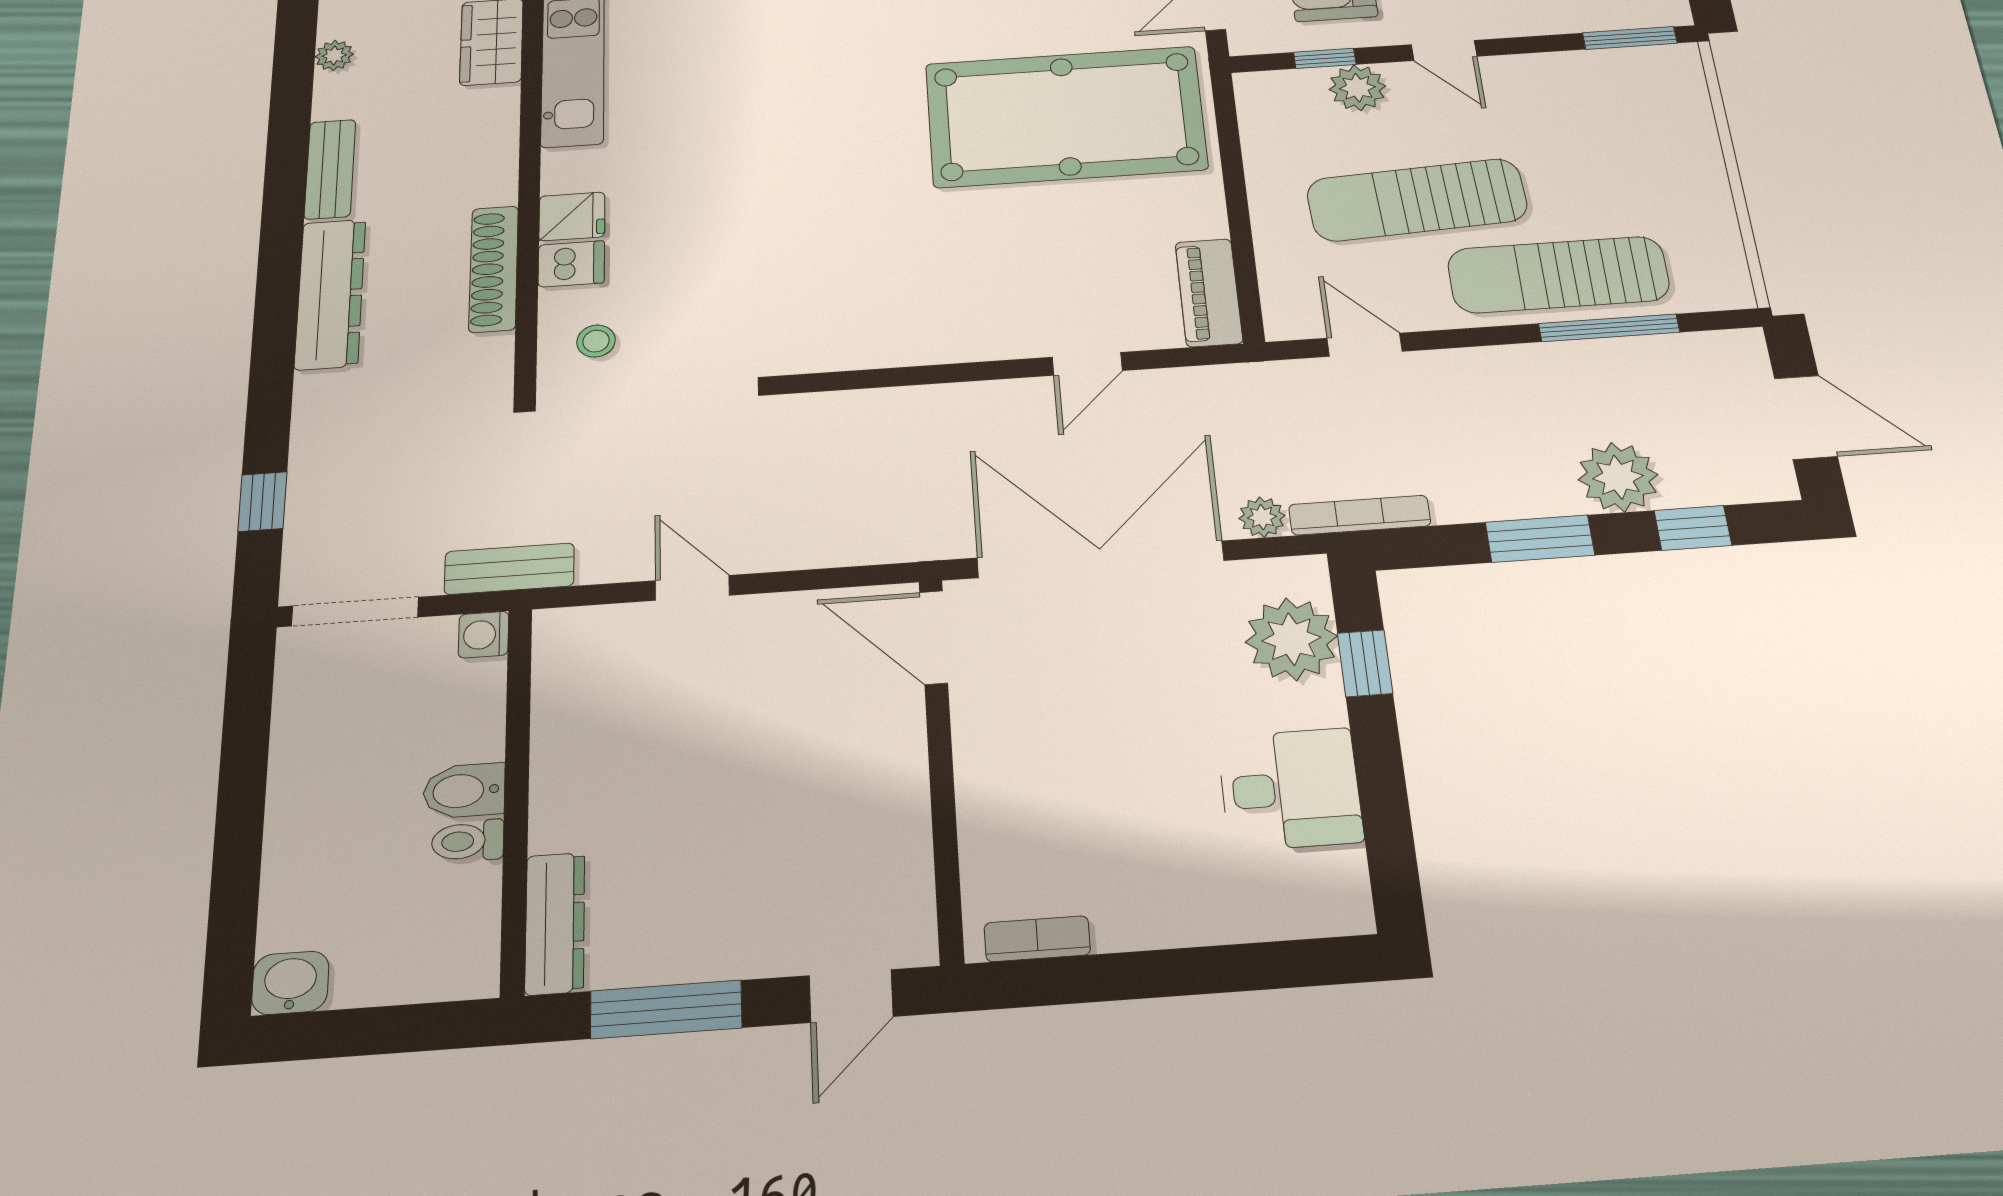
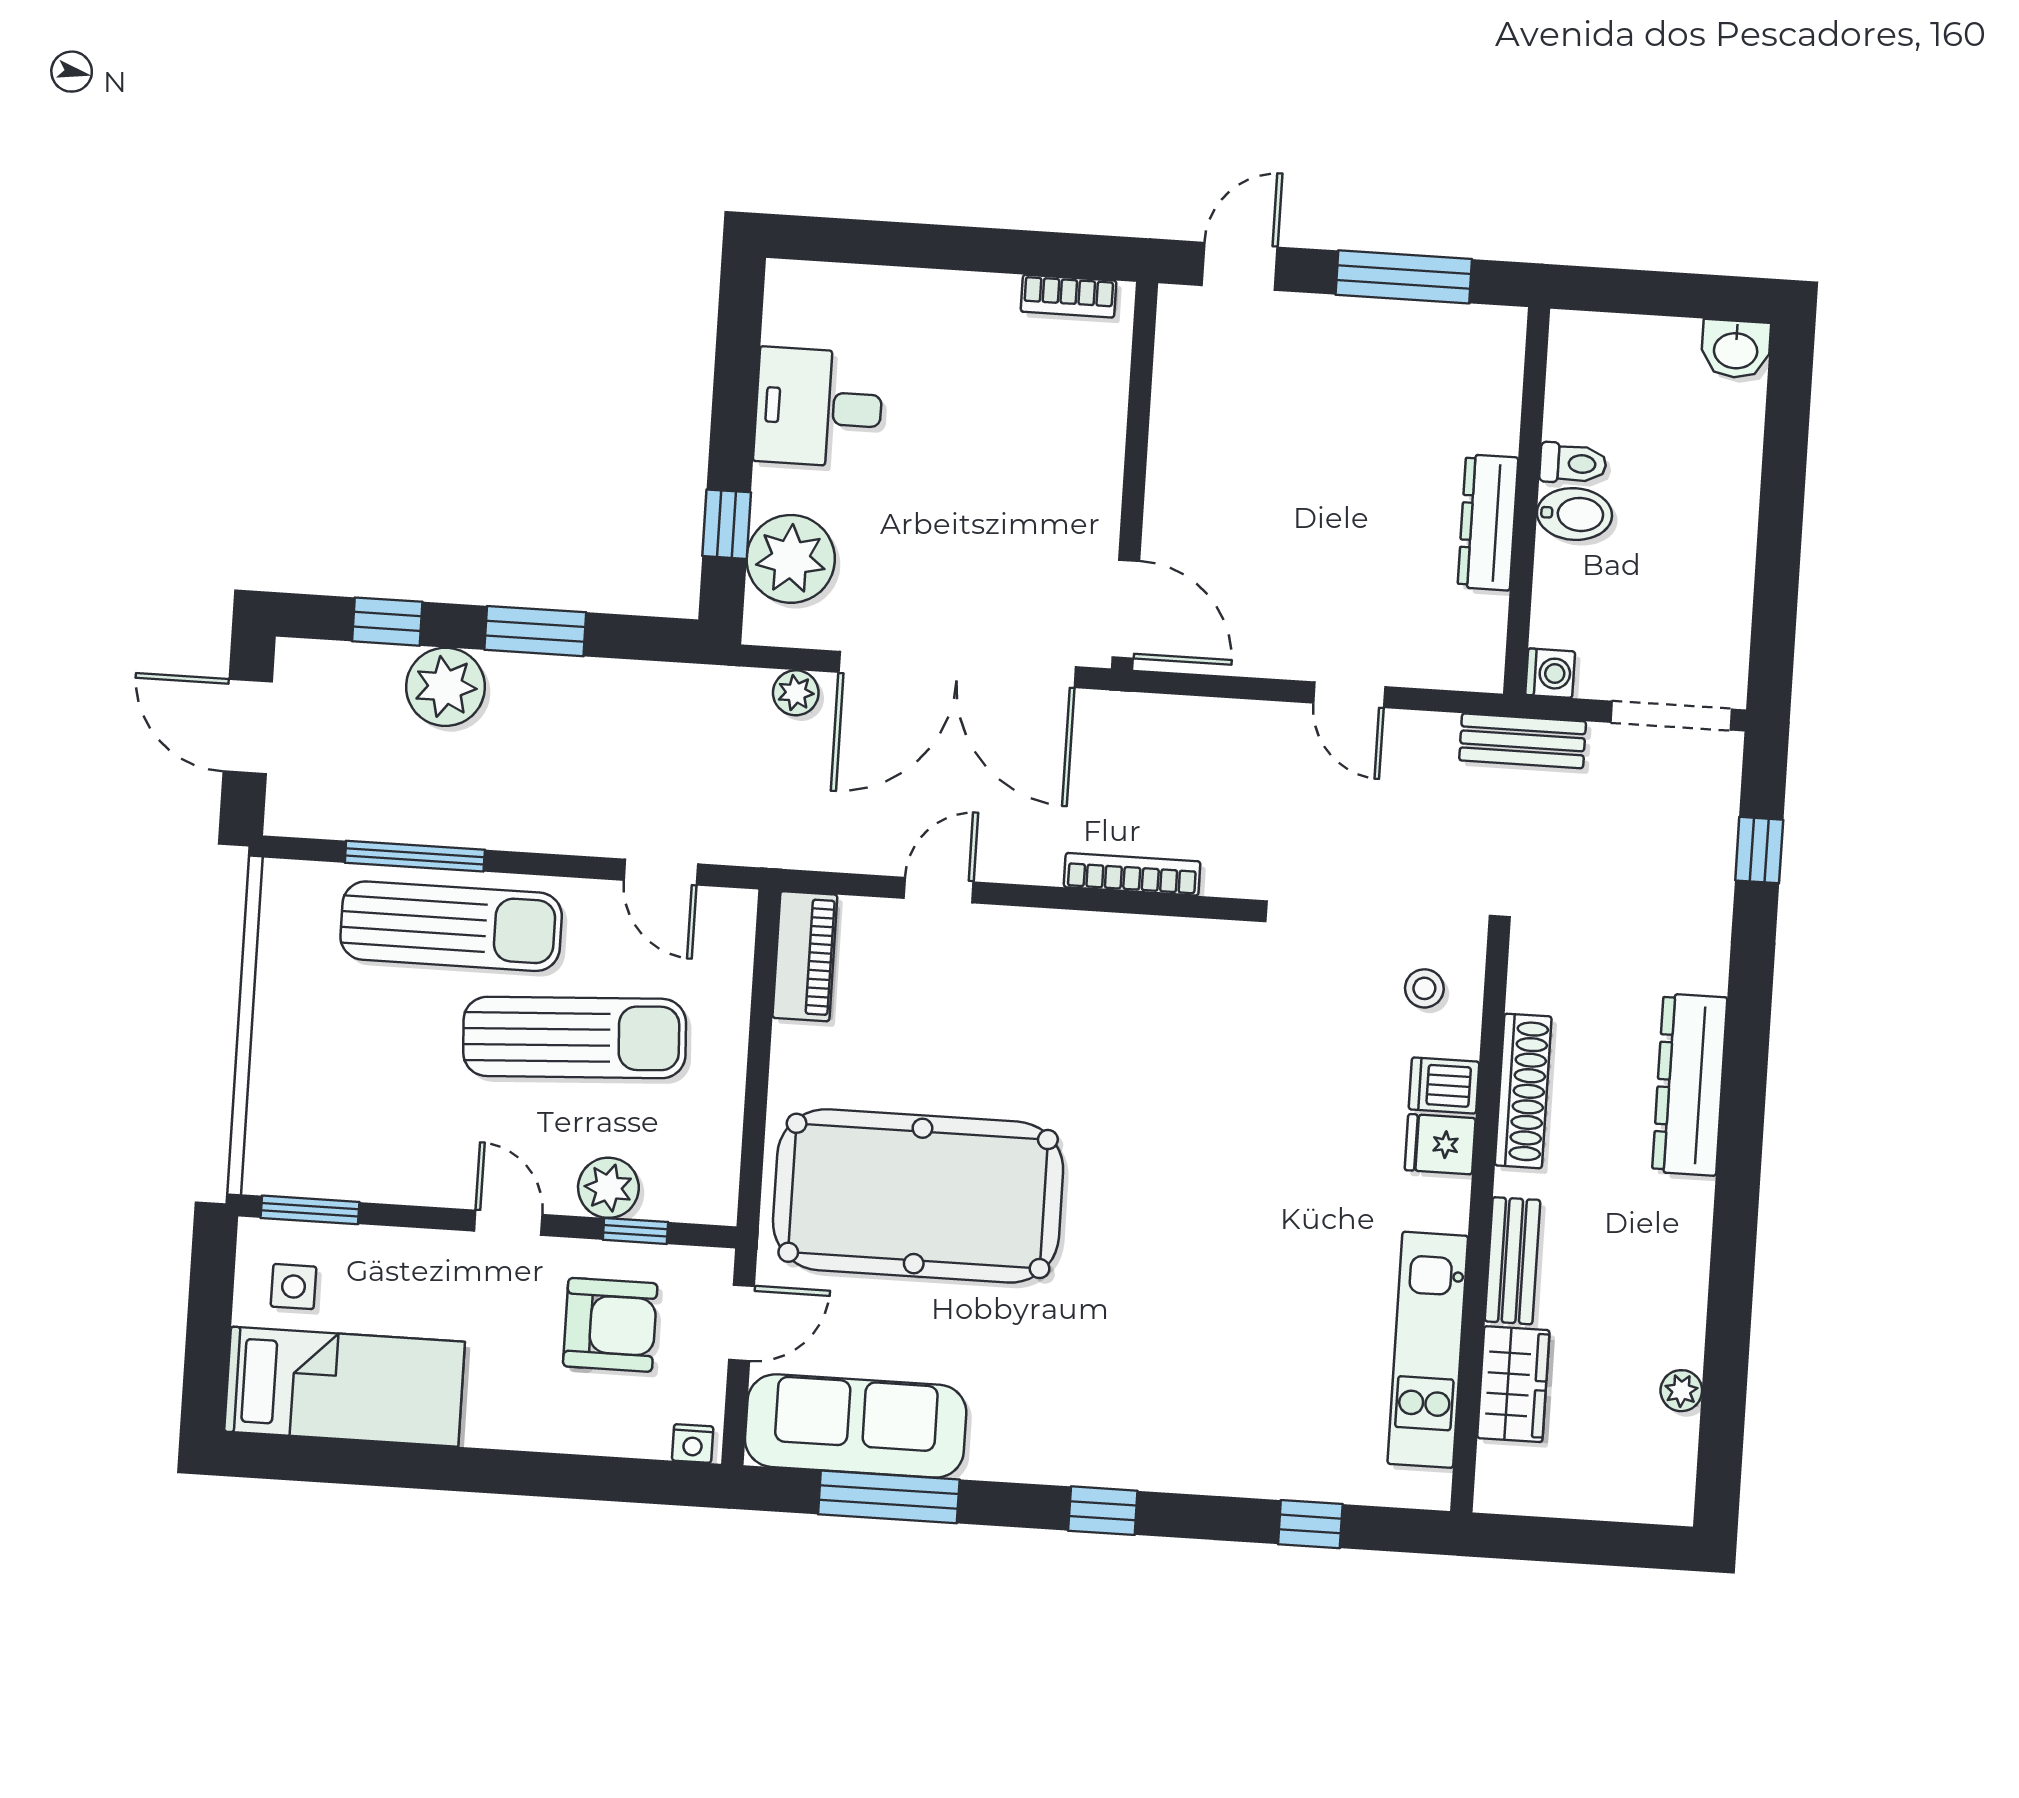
bench: (330, 169) -> (1512, 1261), moved
bookcase: (1360, 515) -> (1132, 874), moved, turned 180
dresser: (555, 923) -> (1488, 522), moved

